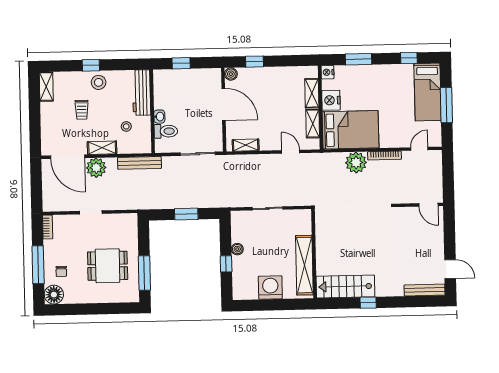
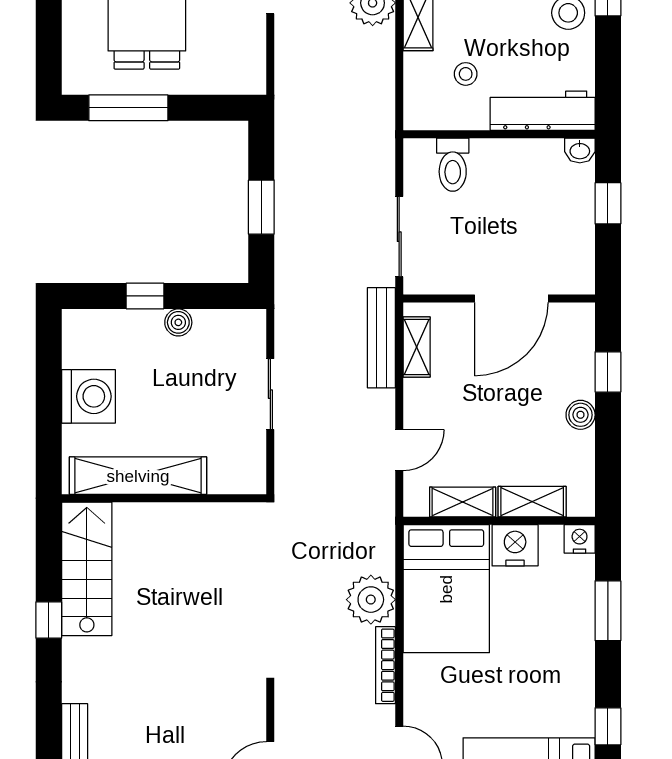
boiler: (231, 74) -> (581, 415), moved
washbasin: (159, 117) -> (580, 150), moved
bench: (139, 163) -> (381, 338), moved

